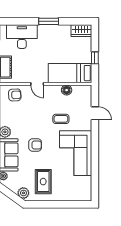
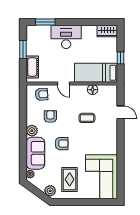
window: (49, 21) -> (45, 22), moved
desk: (22, 37) -> (66, 37), moved
armchair: (24, 118) -> (50, 117), added
corner sofa: (76, 153) -> (101, 177), moved

